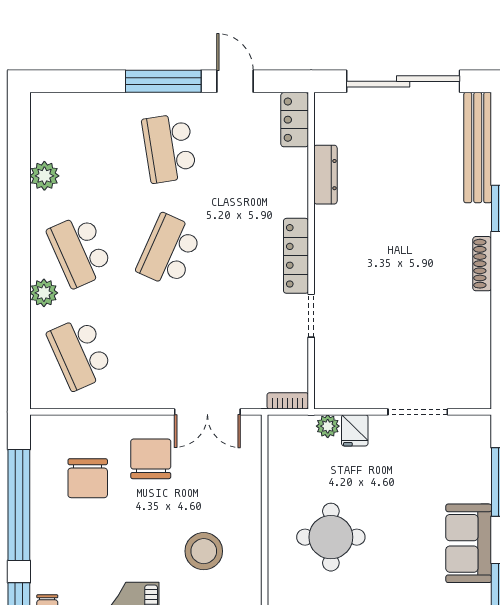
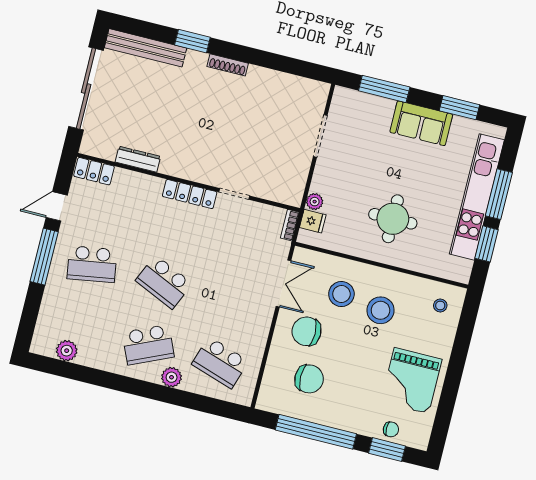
plant: (44, 176) -> (67, 351), moved
school desk: (80, 353) -> (220, 363), turned 42
fridge: (355, 430) -> (313, 221), moved
stool: (213, 493) -> (341, 294), added

